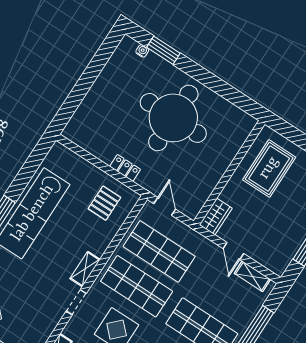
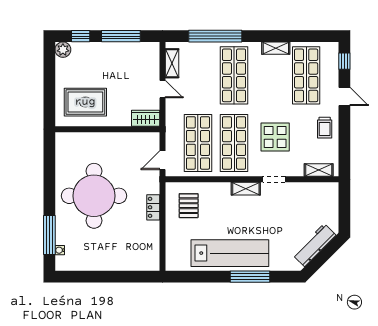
window: (163, 50) -> (49, 235), width x1.44
pallet: (104, 203) -> (189, 206), turned 90
door: (233, 251) -> (163, 89), hinge flipped

